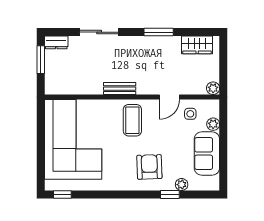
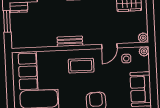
coffee table: (132, 120) -> (81, 66), turned 90
plant: (213, 124) -> (144, 51), moved

